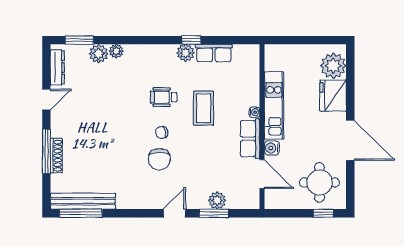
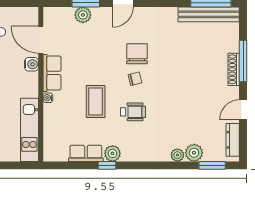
kitchen unit: (274, 105) -> (29, 130), moved
shoe rack: (56, 156) -> (234, 69), moved

